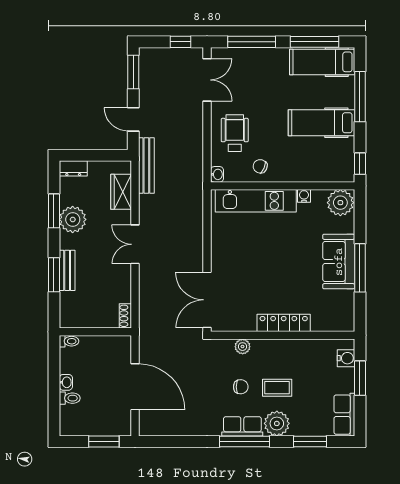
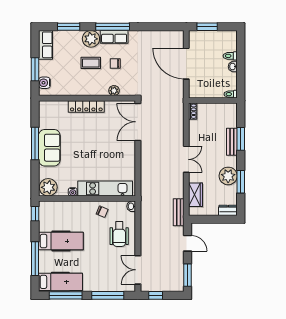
bench: (146, 166) -> (179, 212), width x0.73
double door: (207, 300) -> (138, 122), swing flipped

